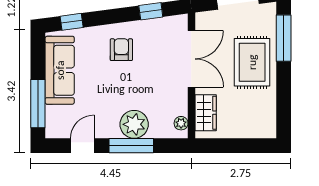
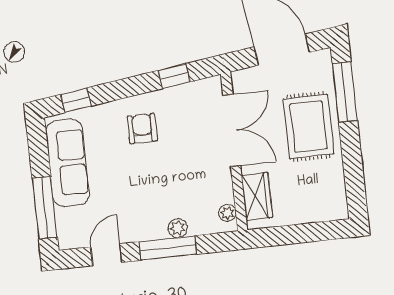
plant: (134, 124) -> (178, 228), width x0.53, depth x0.53

